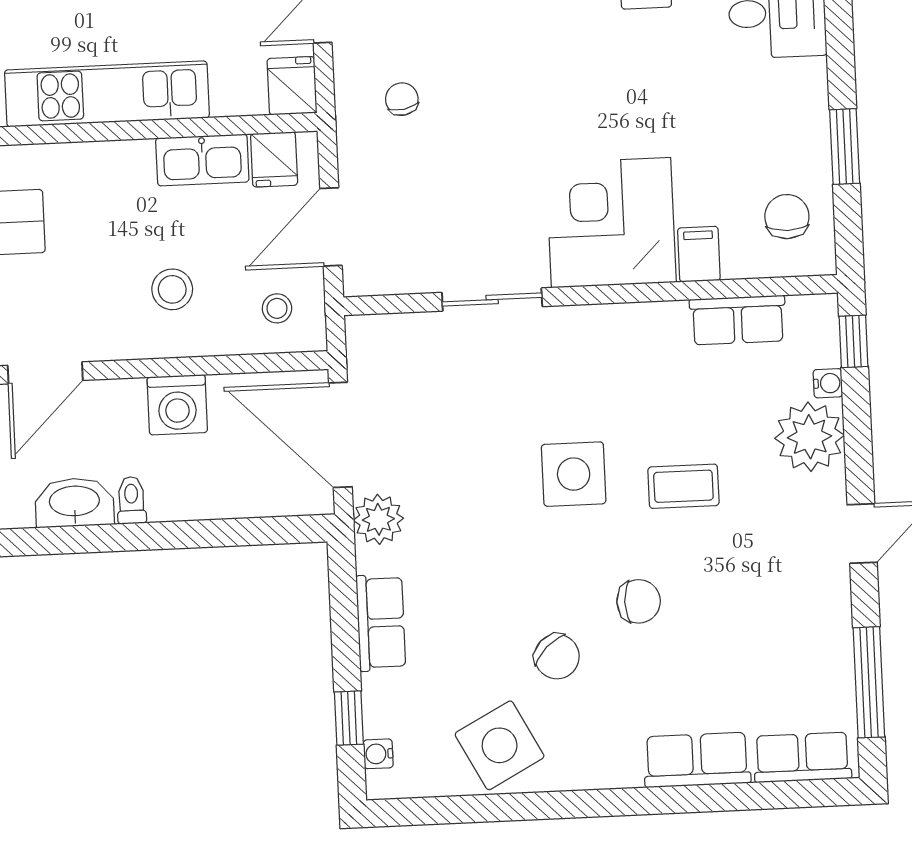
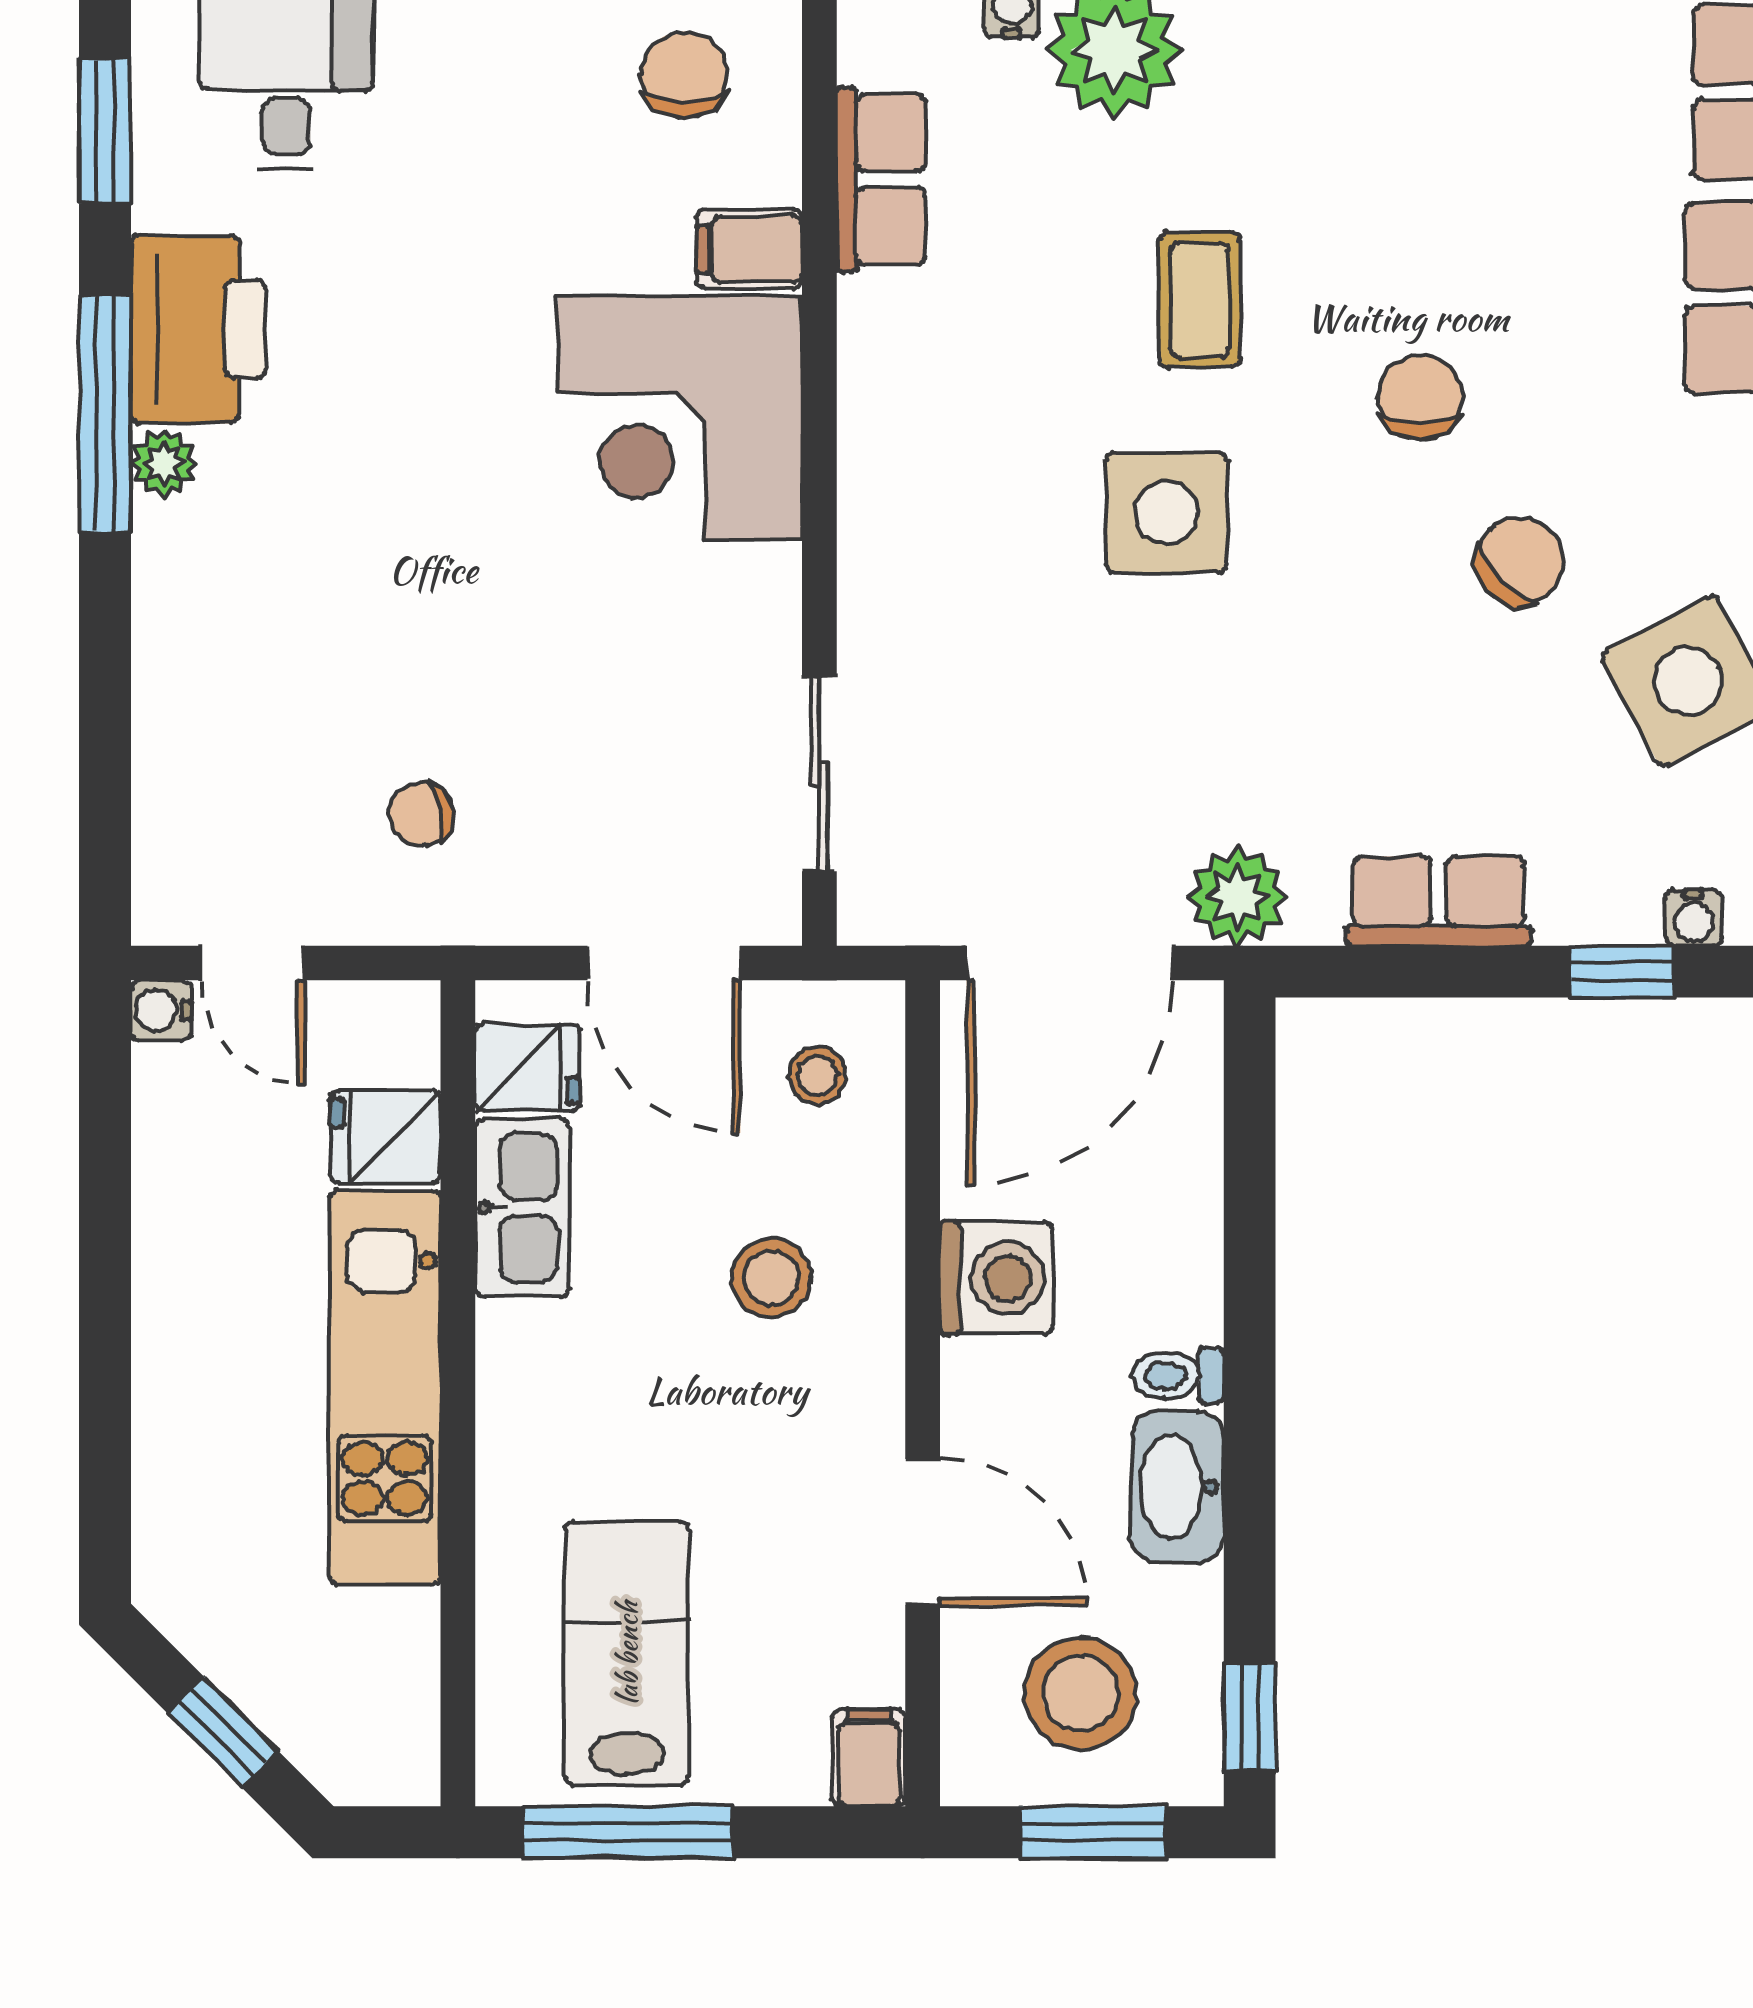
fridge: (292, 86) -> (385, 1137), moved
chair: (787, 217) -> (684, 74), turned 90
sliding door: (492, 300) -> (819, 774), moved

